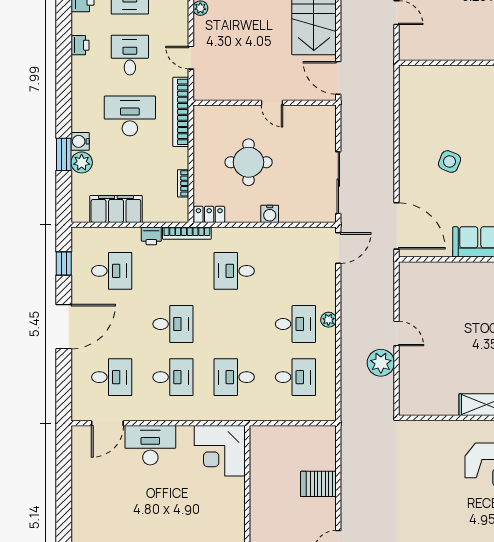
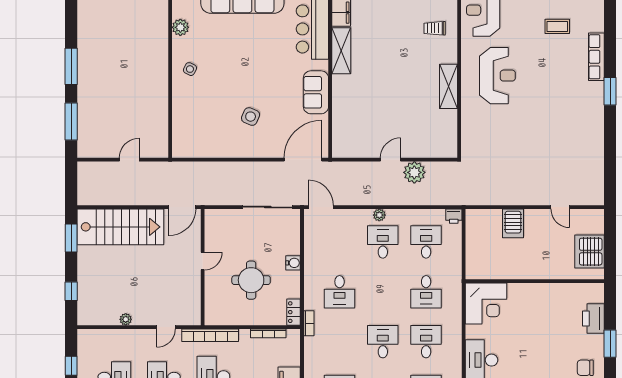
bookcase: (183, 183) -> (268, 333), width x1.56
bookcase: (187, 233) -> (309, 323), width x0.64
printer: (151, 236) -> (454, 216), moved, turned 90

